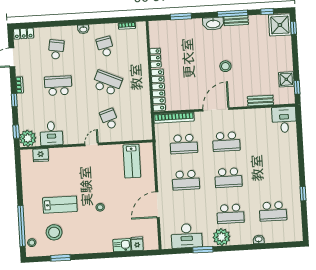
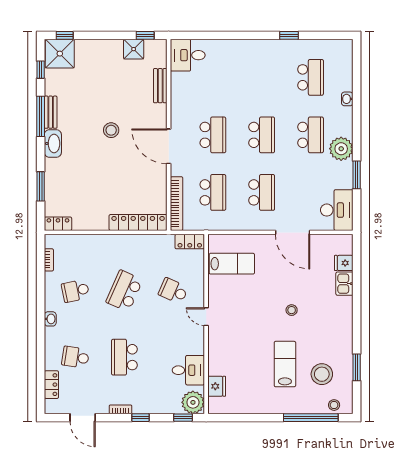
locker: (24, 34) -> (51, 385), moved
locker: (156, 58) -> (58, 224), moved
school desk: (109, 119) -> (173, 291), turned 42
locker: (146, 129) -> (190, 242), added
desk: (187, 236) -> (337, 210), moved

